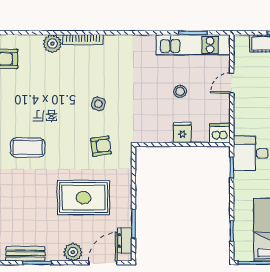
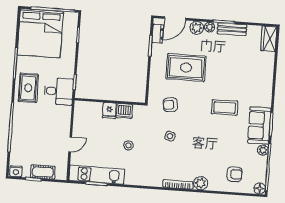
stool: (180, 91) -> (128, 145), moved
dishwasher: (220, 133) -> (124, 111), moved
plant: (56, 254) -> (209, 27), added

